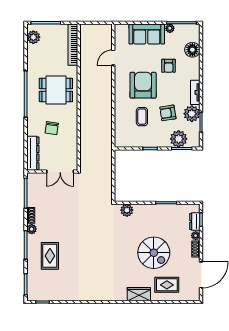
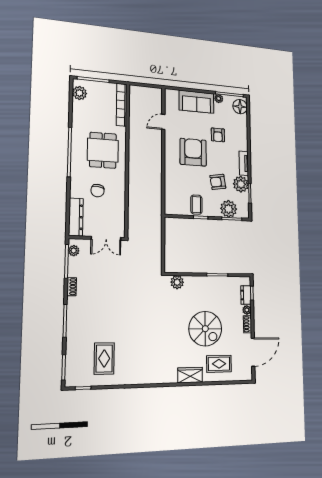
floor lamp: (192, 50) -> (240, 107), moved
dining table: (56, 90) -> (103, 150), turned 90
coffee table: (142, 117) -> (196, 205), moved
plant: (32, 229) -> (74, 251), moved
rug: (50, 256) -> (104, 358), moved

